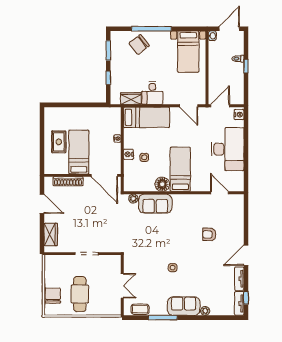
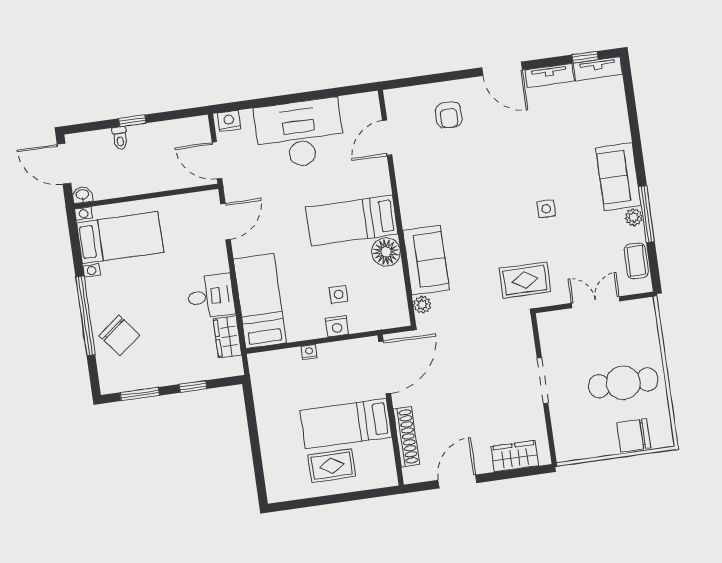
armchair: (209, 234) -> (449, 115), moved
rug: (138, 252) -> (525, 280), added
plant: (205, 311) -> (634, 217), moved

